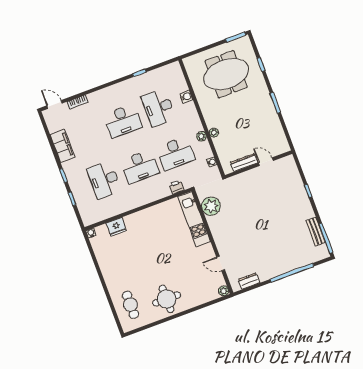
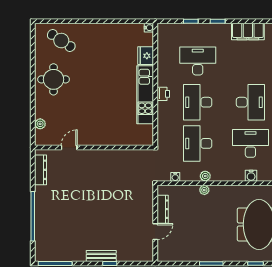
desk: (123, 121) -> (250, 102), turned 180
printer: (176, 187) -> (163, 94), moved
plant: (211, 206) -> (131, 159), removed
kitchen unit: (194, 219) -> (145, 95), moved, turned -90
bench: (316, 232) -> (101, 256), moved
dresser: (249, 281) -> (41, 170), width x1.44
plant: (224, 291) -> (40, 124), moved
cafe table: (130, 305) -> (61, 41), turned 34

